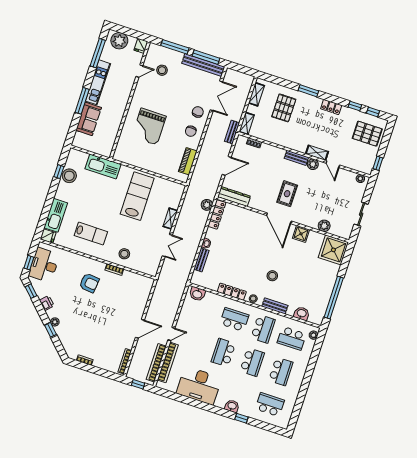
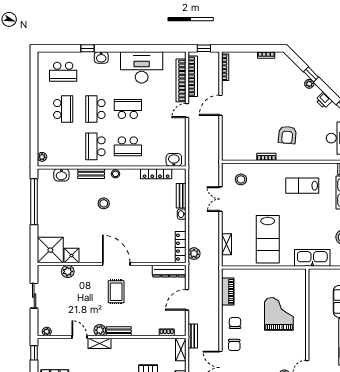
shelving: (170, 219) -> (227, 244), moved
shower: (301, 234) -> (71, 256), moved
stool: (124, 254) -> (241, 179), moved
armchair: (89, 283) -> (287, 135), turned -91
locker: (232, 292) -> (156, 174), moved
school desk: (292, 338) -> (63, 146), removed
school desk: (223, 353) -> (128, 109), turned -90
school desk: (281, 371) -> (63, 109), turned 180

